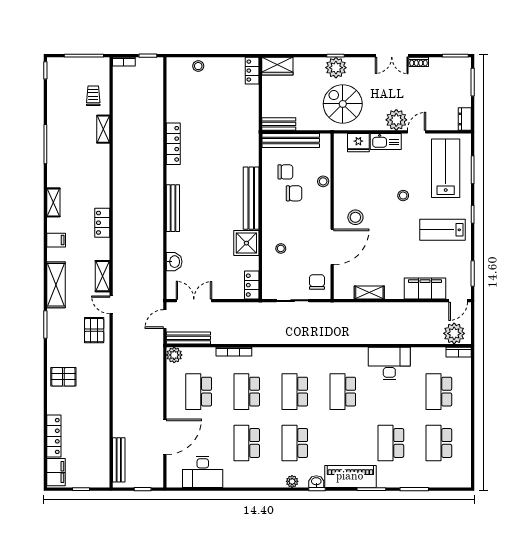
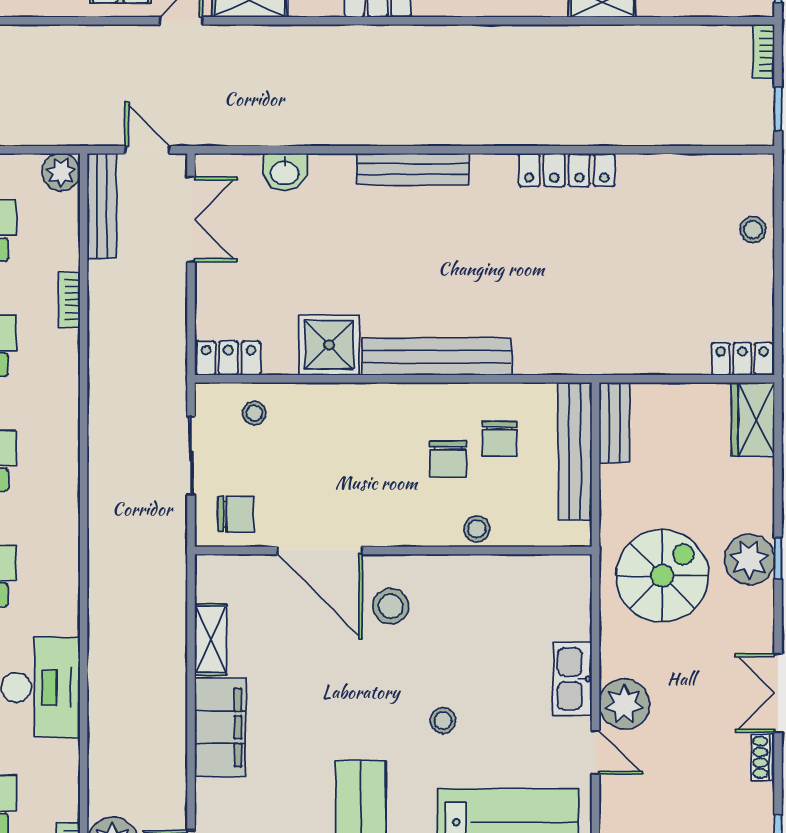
fridge: (358, 143) -> (570, 613), removed
stool: (281, 248) -> (254, 413), moved
filing cabinet: (425, 289) -> (220, 727), moved
bookcase: (234, 352) -> (69, 300), width x0.64

